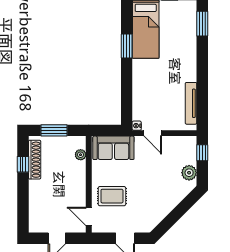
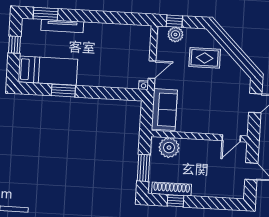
tv unit: (191, 103) -> (62, 26), moved
plant: (81, 155) -> (169, 148), width x1.87, depth x1.87
plant: (189, 173) -> (175, 34), moved
rug: (112, 196) -> (205, 58), moved, turned 90

